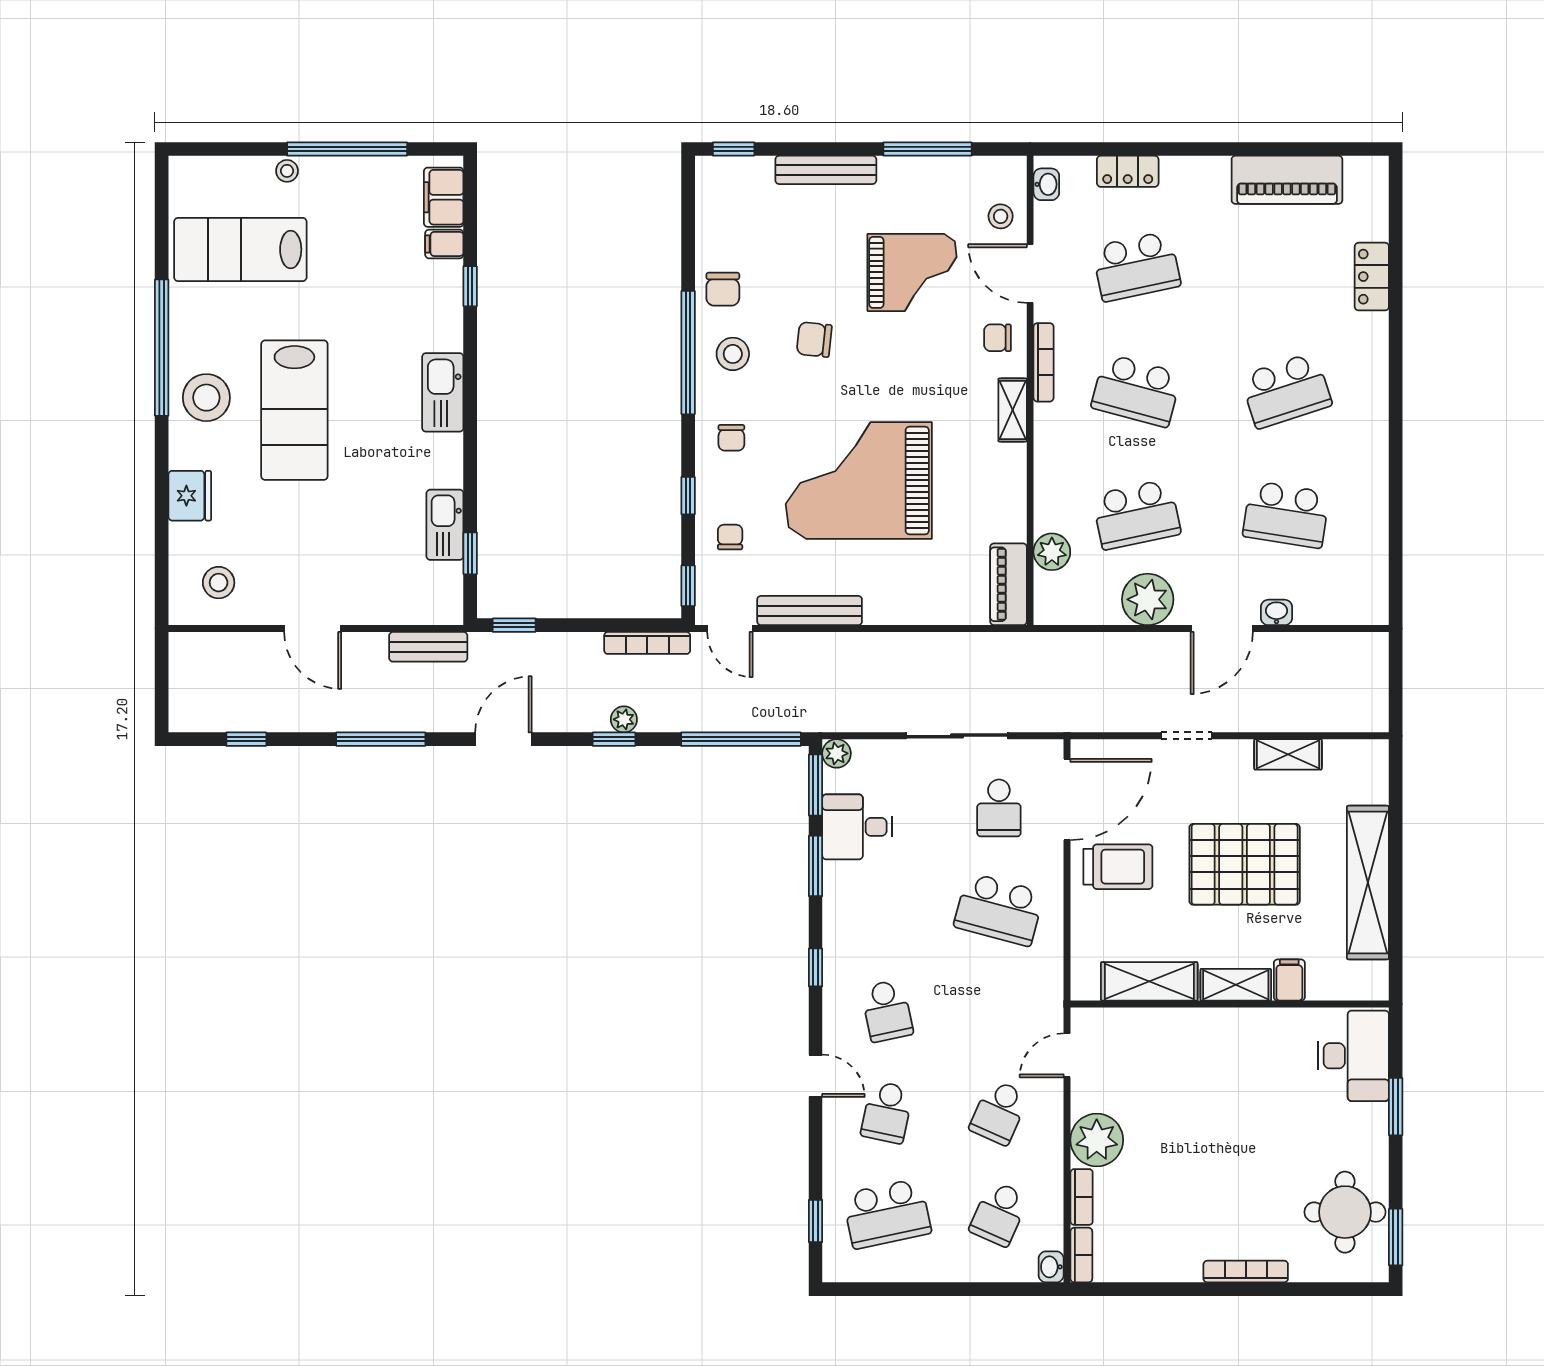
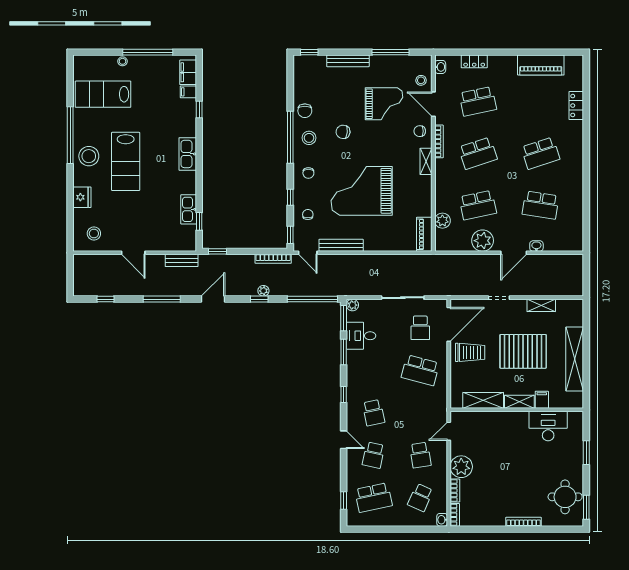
school desk: (1136, 390) -> (478, 153), turned -33
desk: (1353, 1056) -> (548, 426), moved, turned -90
school desk: (999, 1112) -> (420, 455), turned -33

